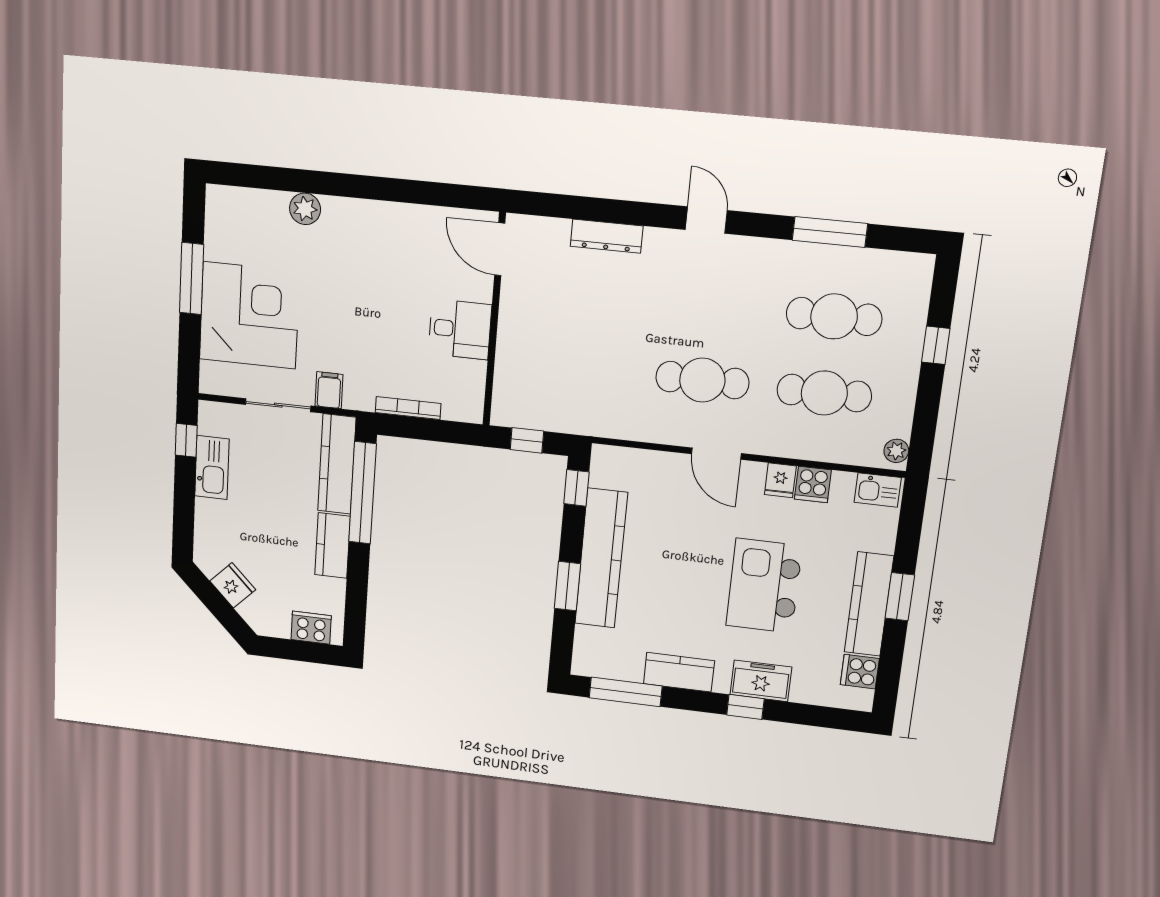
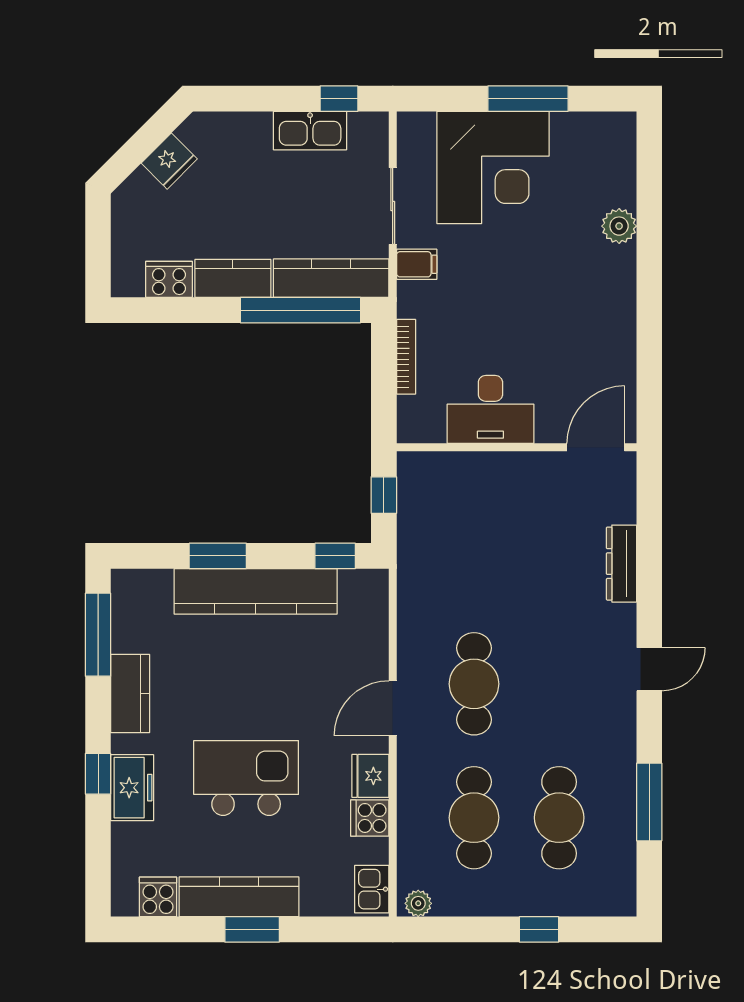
desk: (460, 329) -> (490, 409), width x1.37
fridge: (780, 480) -> (370, 776), width x1.38
cooker: (311, 628) -> (169, 279), moved, turned -90

